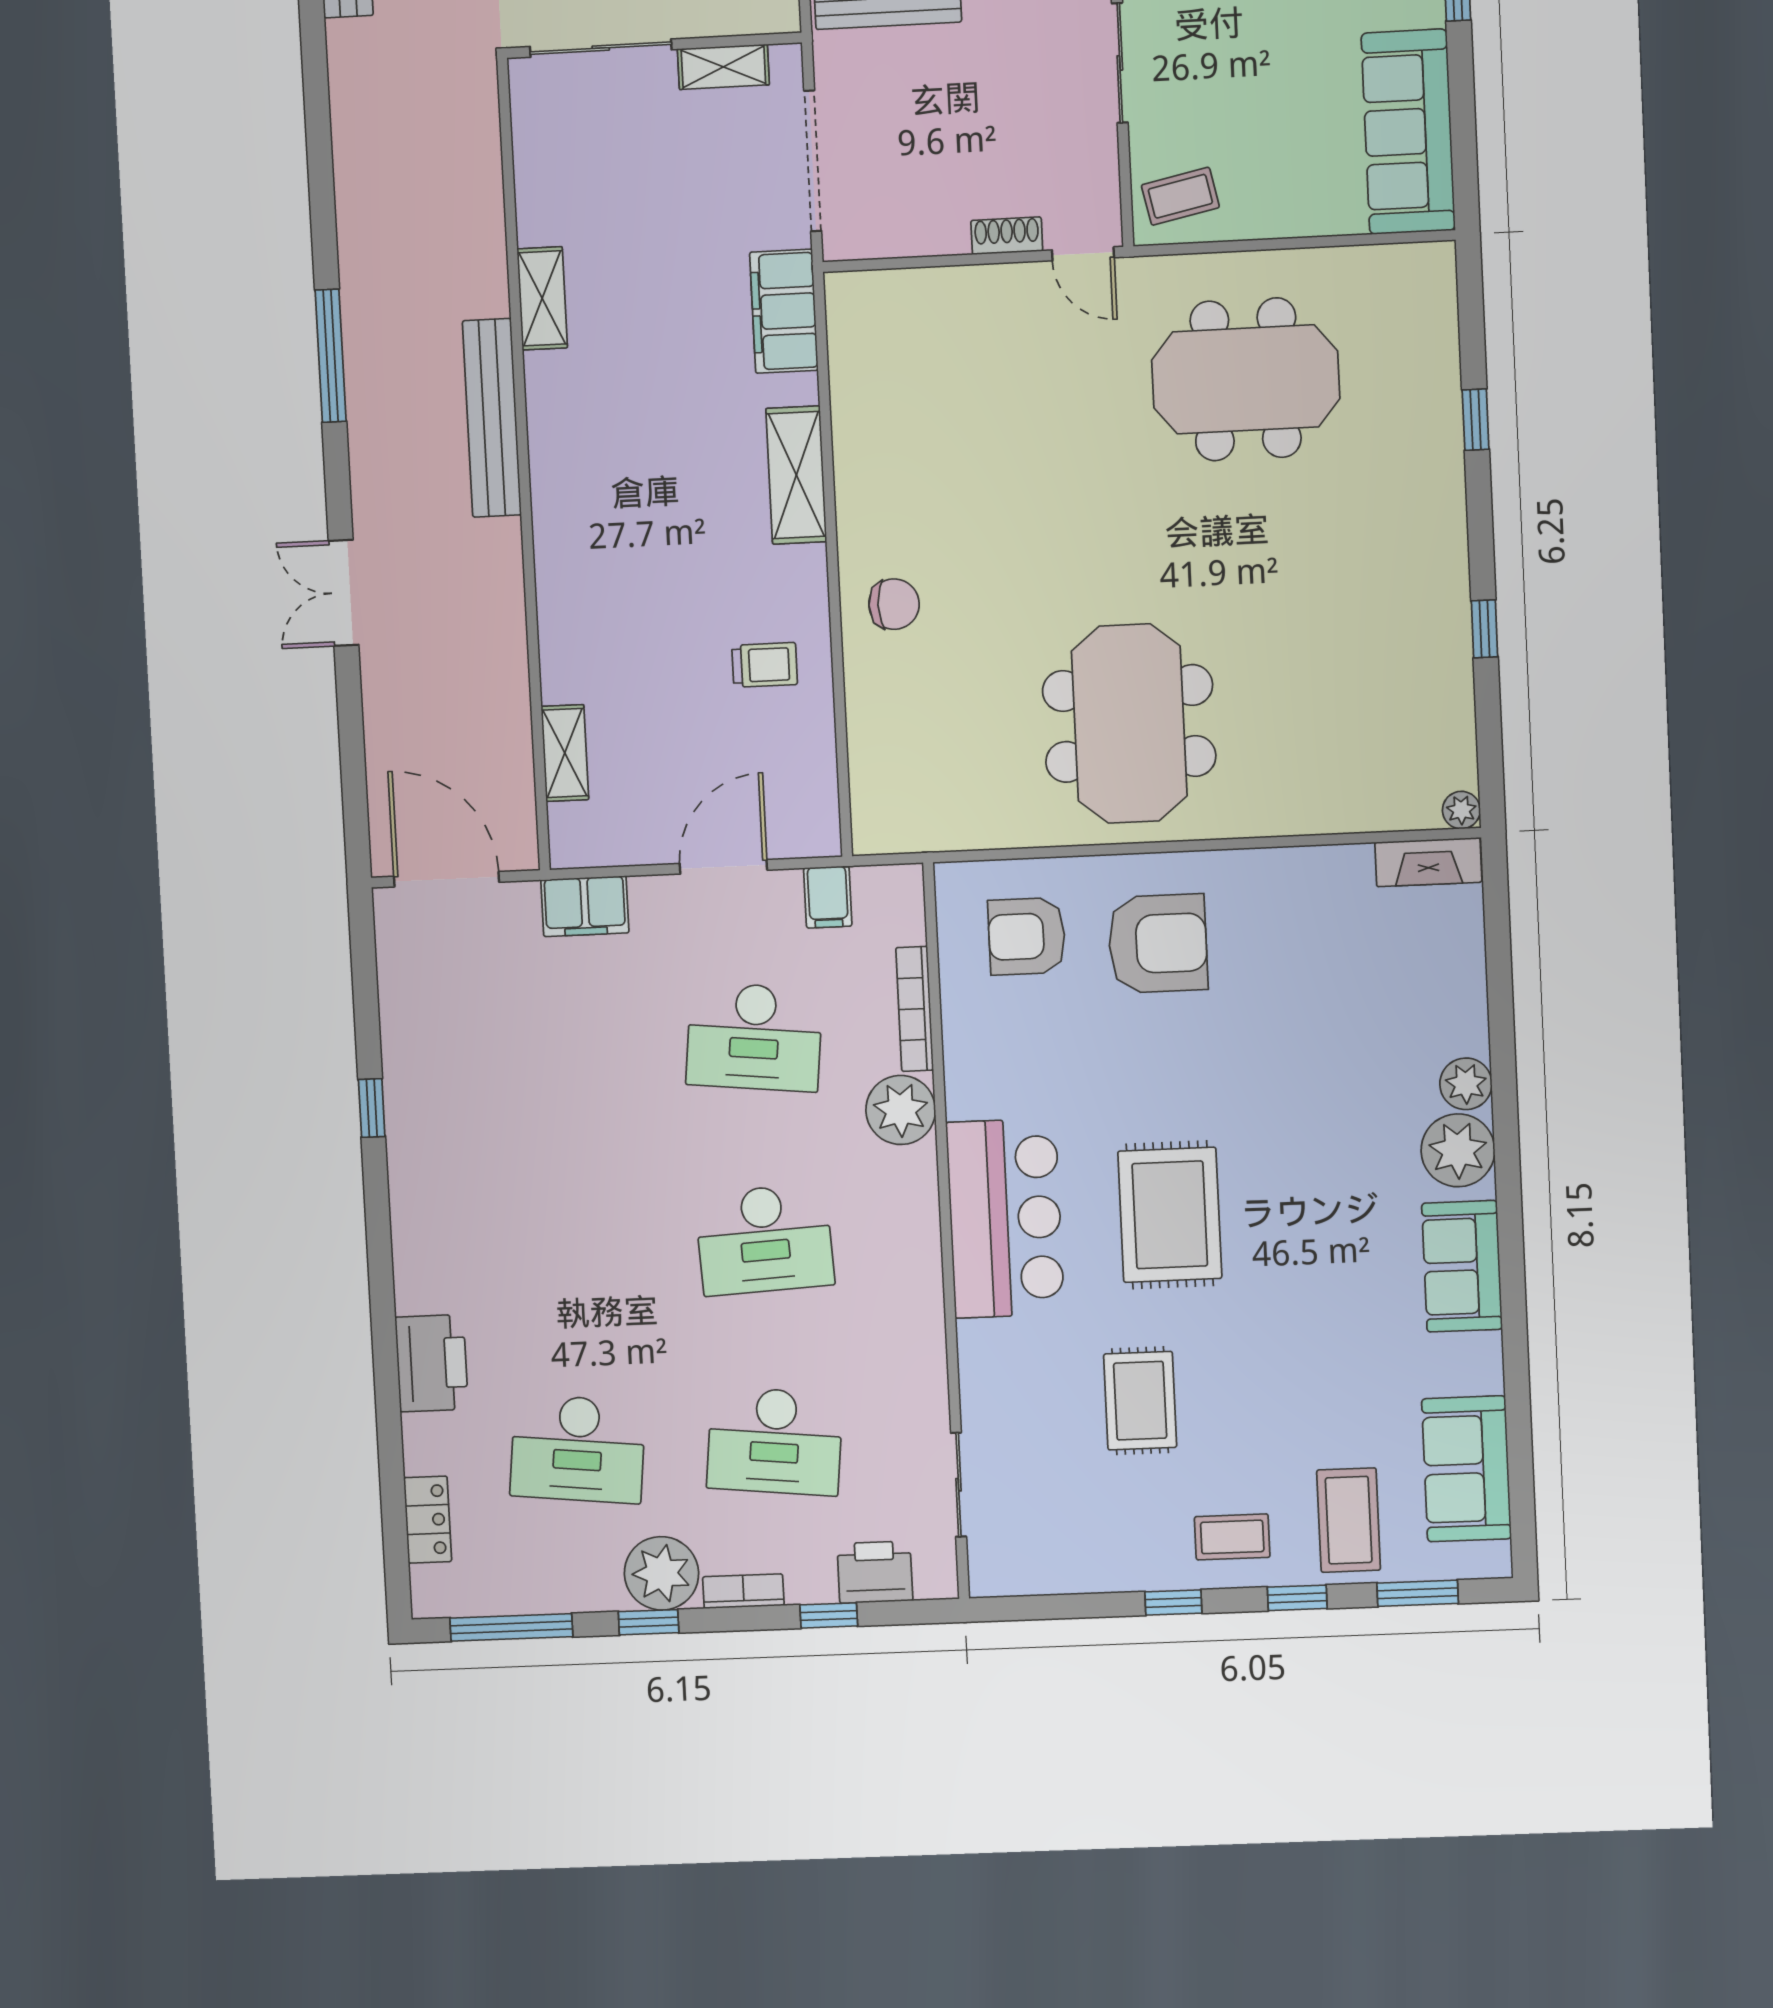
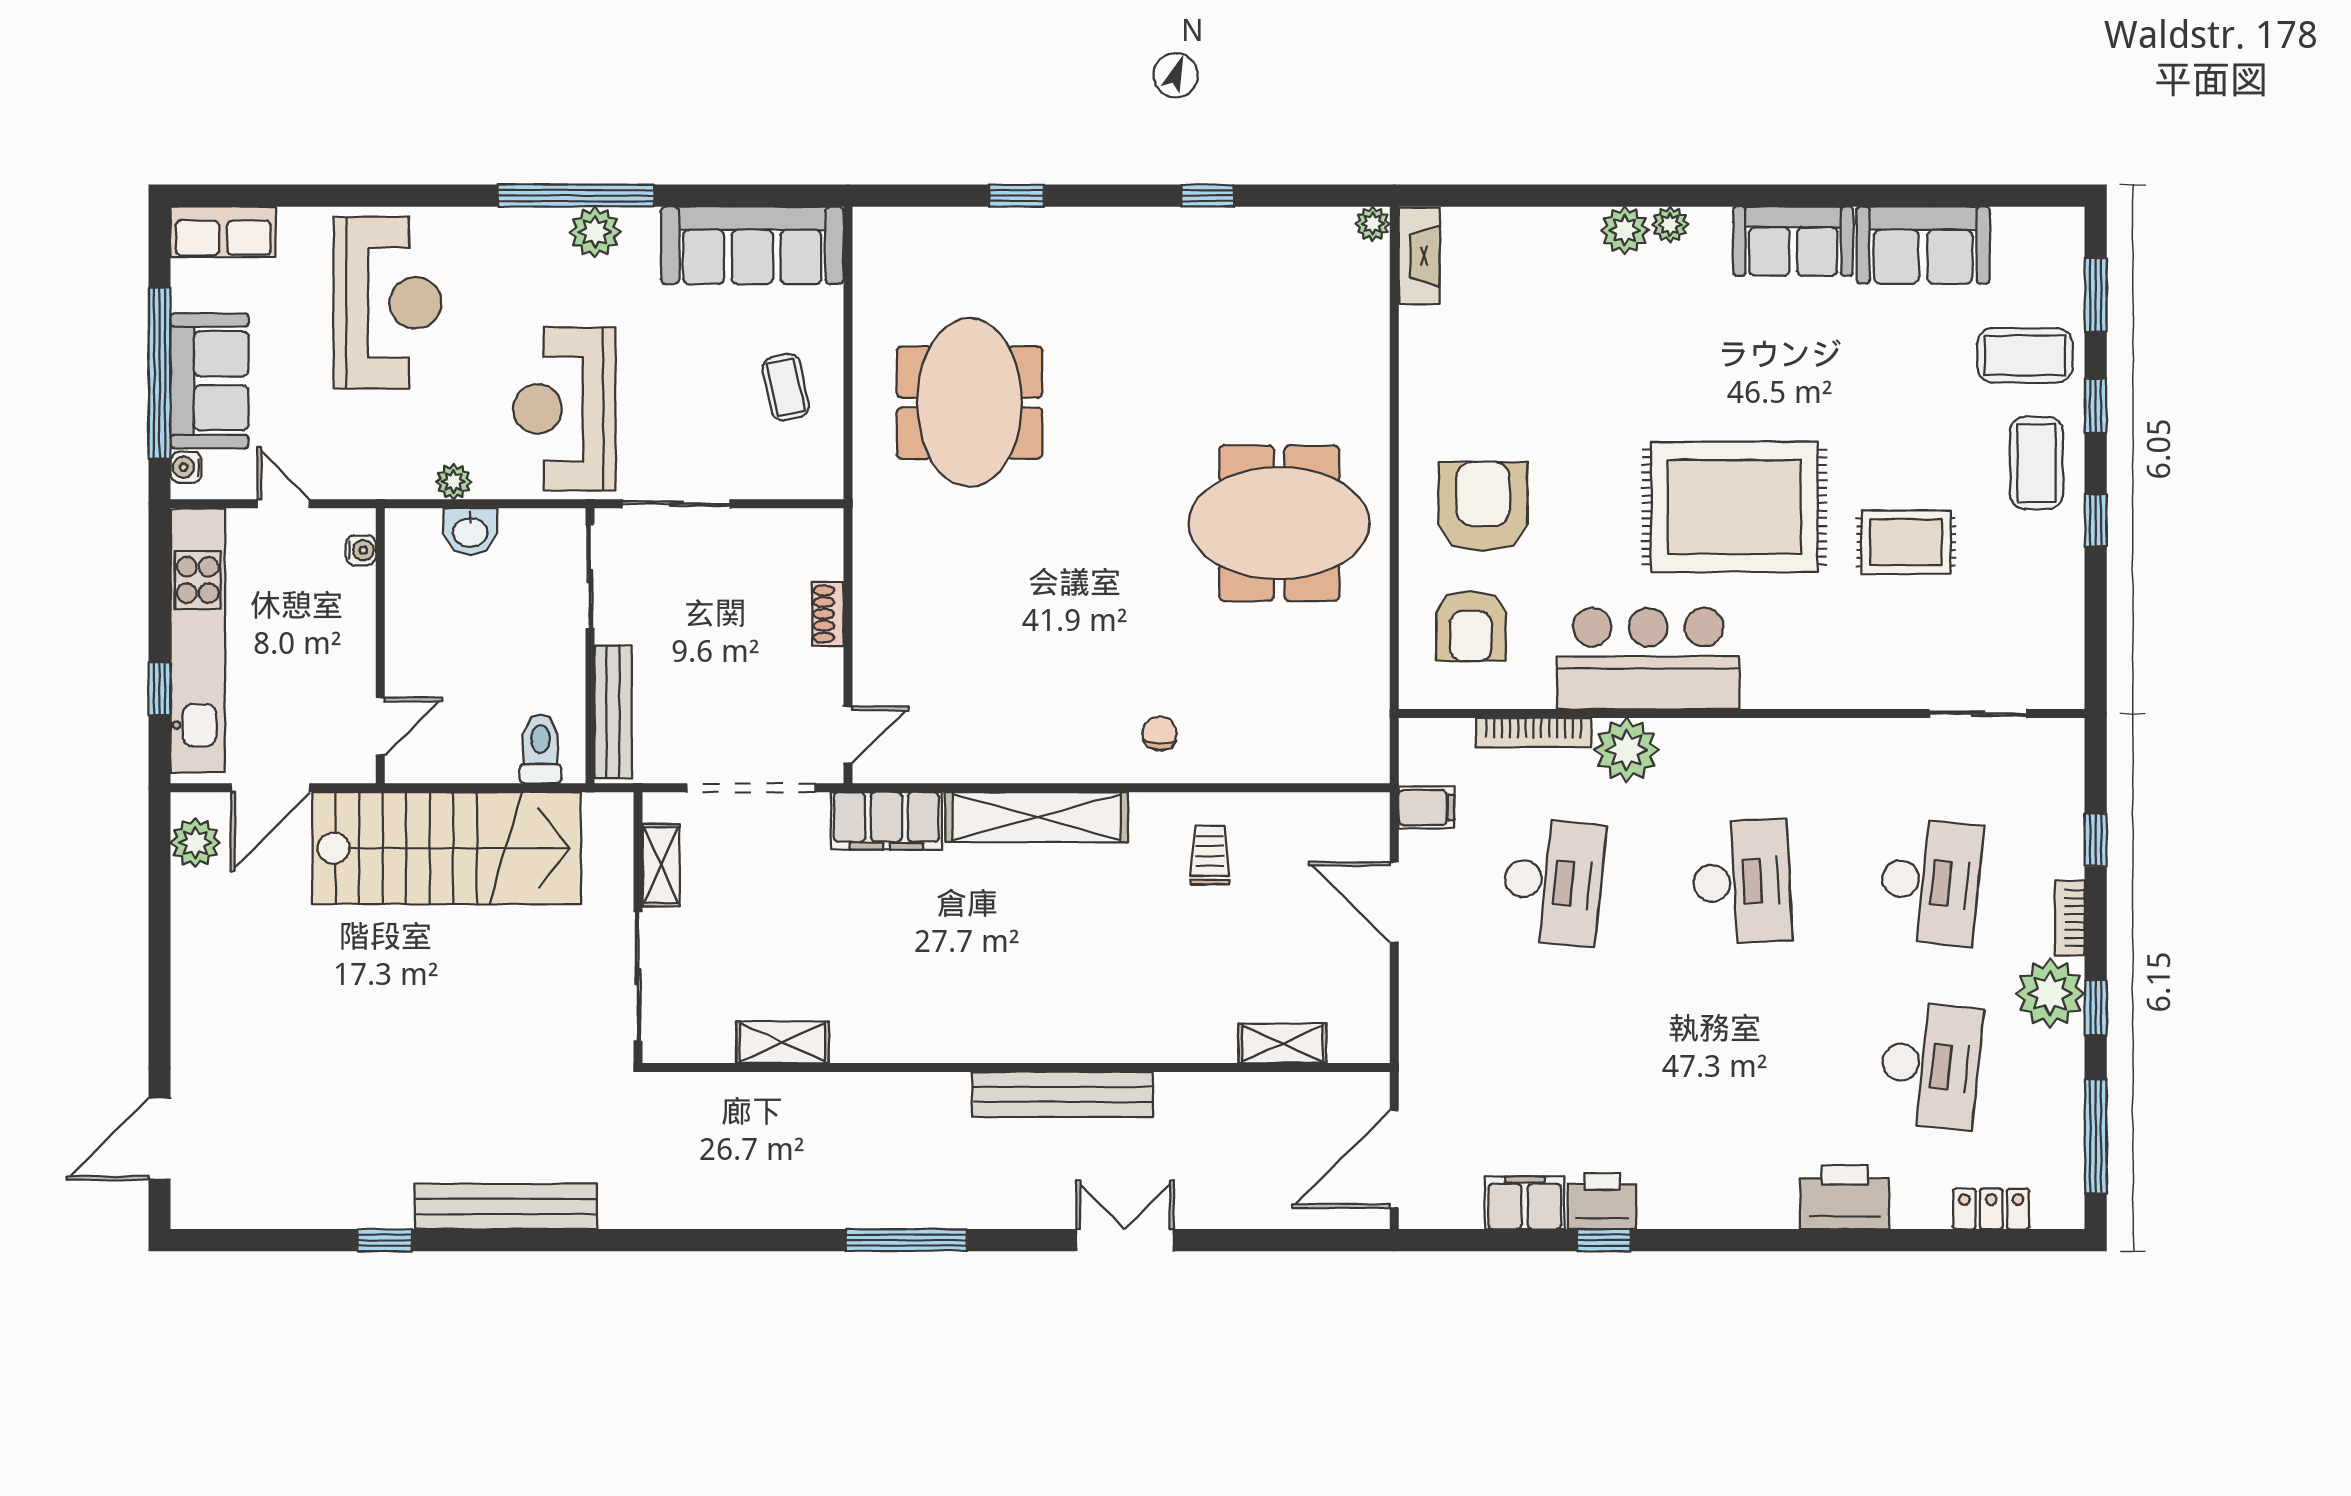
coffee table: (1180, 196) -> (786, 387), moved
door: (1083, 254) -> (848, 735), moved
shelving: (542, 298) -> (783, 1042), moved
bench: (492, 418) -> (1063, 1094), moved
shelving: (796, 475) -> (1037, 817), width x1.47
double door: (344, 593) -> (1125, 1240), swing flipped
chair: (894, 604) -> (1160, 733), width x0.73, depth x0.73
filing cabinet: (585, 906) -> (1525, 1203), moved, turned -90
plant: (1458, 1150) -> (1670, 225), width x0.53, depth x0.53
rug: (1170, 1215) -> (1734, 507), width x1.37, depth x1.44
bar counter: (1005, 1218) -> (1648, 658), moved
sofa: (1467, 1469) -> (1923, 245), moved
coffee table: (1232, 1537) -> (2037, 463), width x1.36, depth x1.30
printer: (875, 1572) -> (1602, 1201), moved, turned 90

